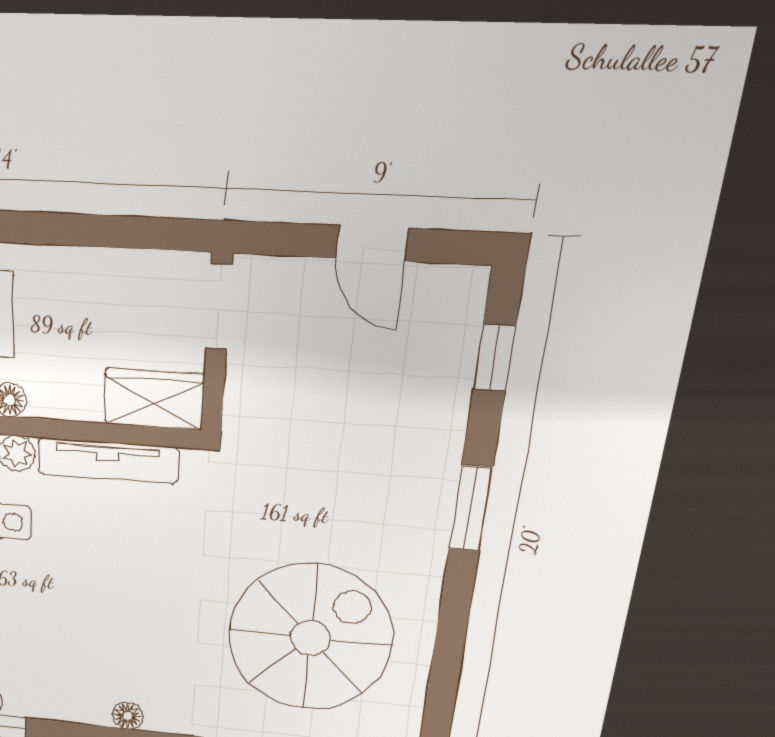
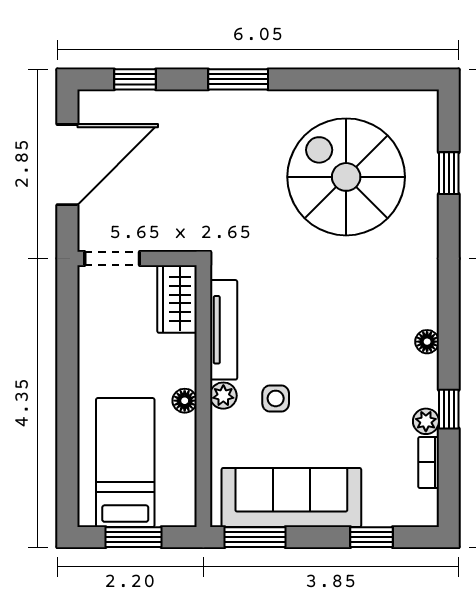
door: (372, 243) -> (67, 165), width x1.87
floor lamp: (128, 716) -> (427, 342), moved

